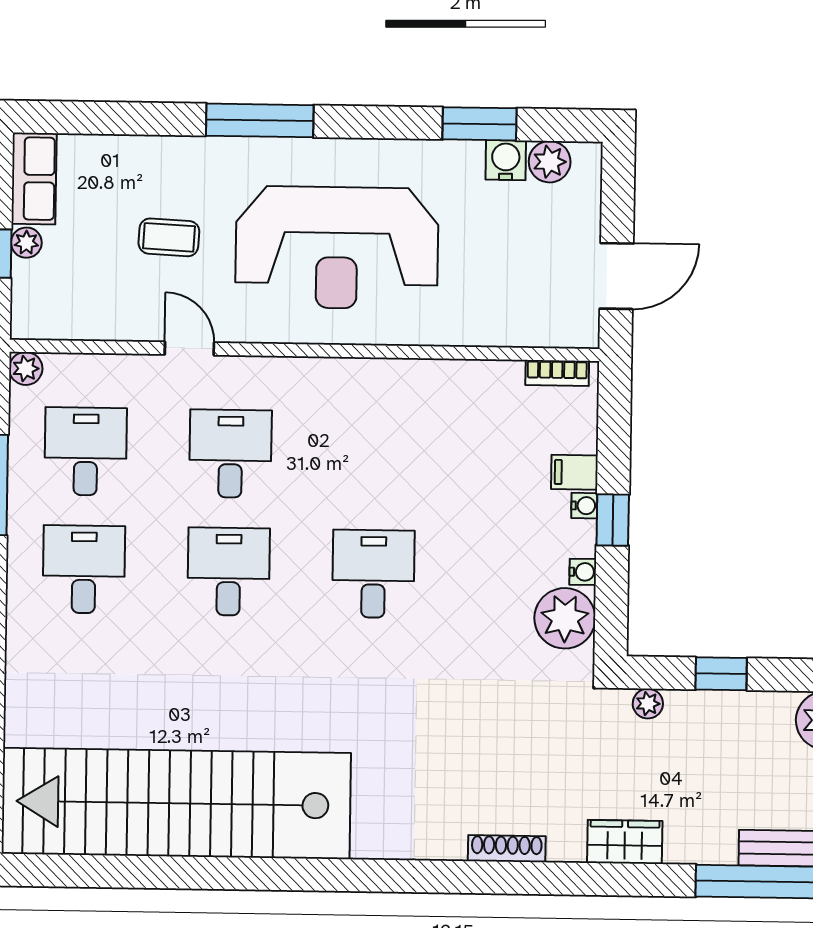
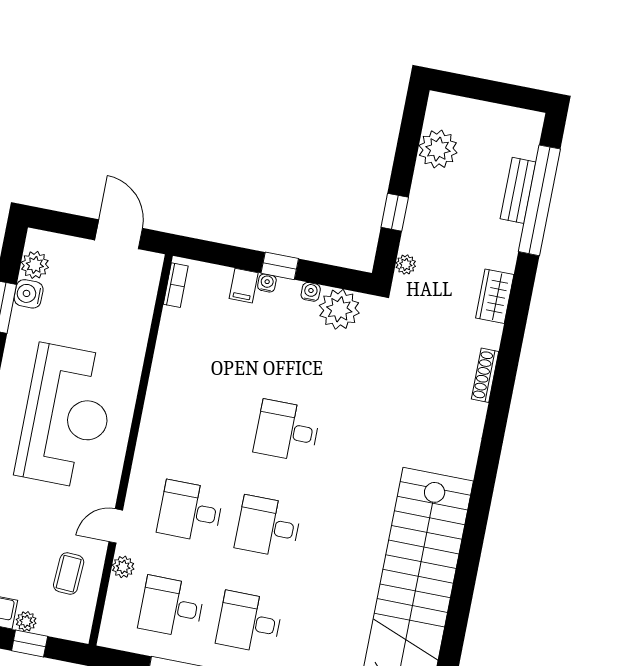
coffee table: (169, 237) -> (69, 574), moved
plant: (26, 368) -> (123, 567), moved

